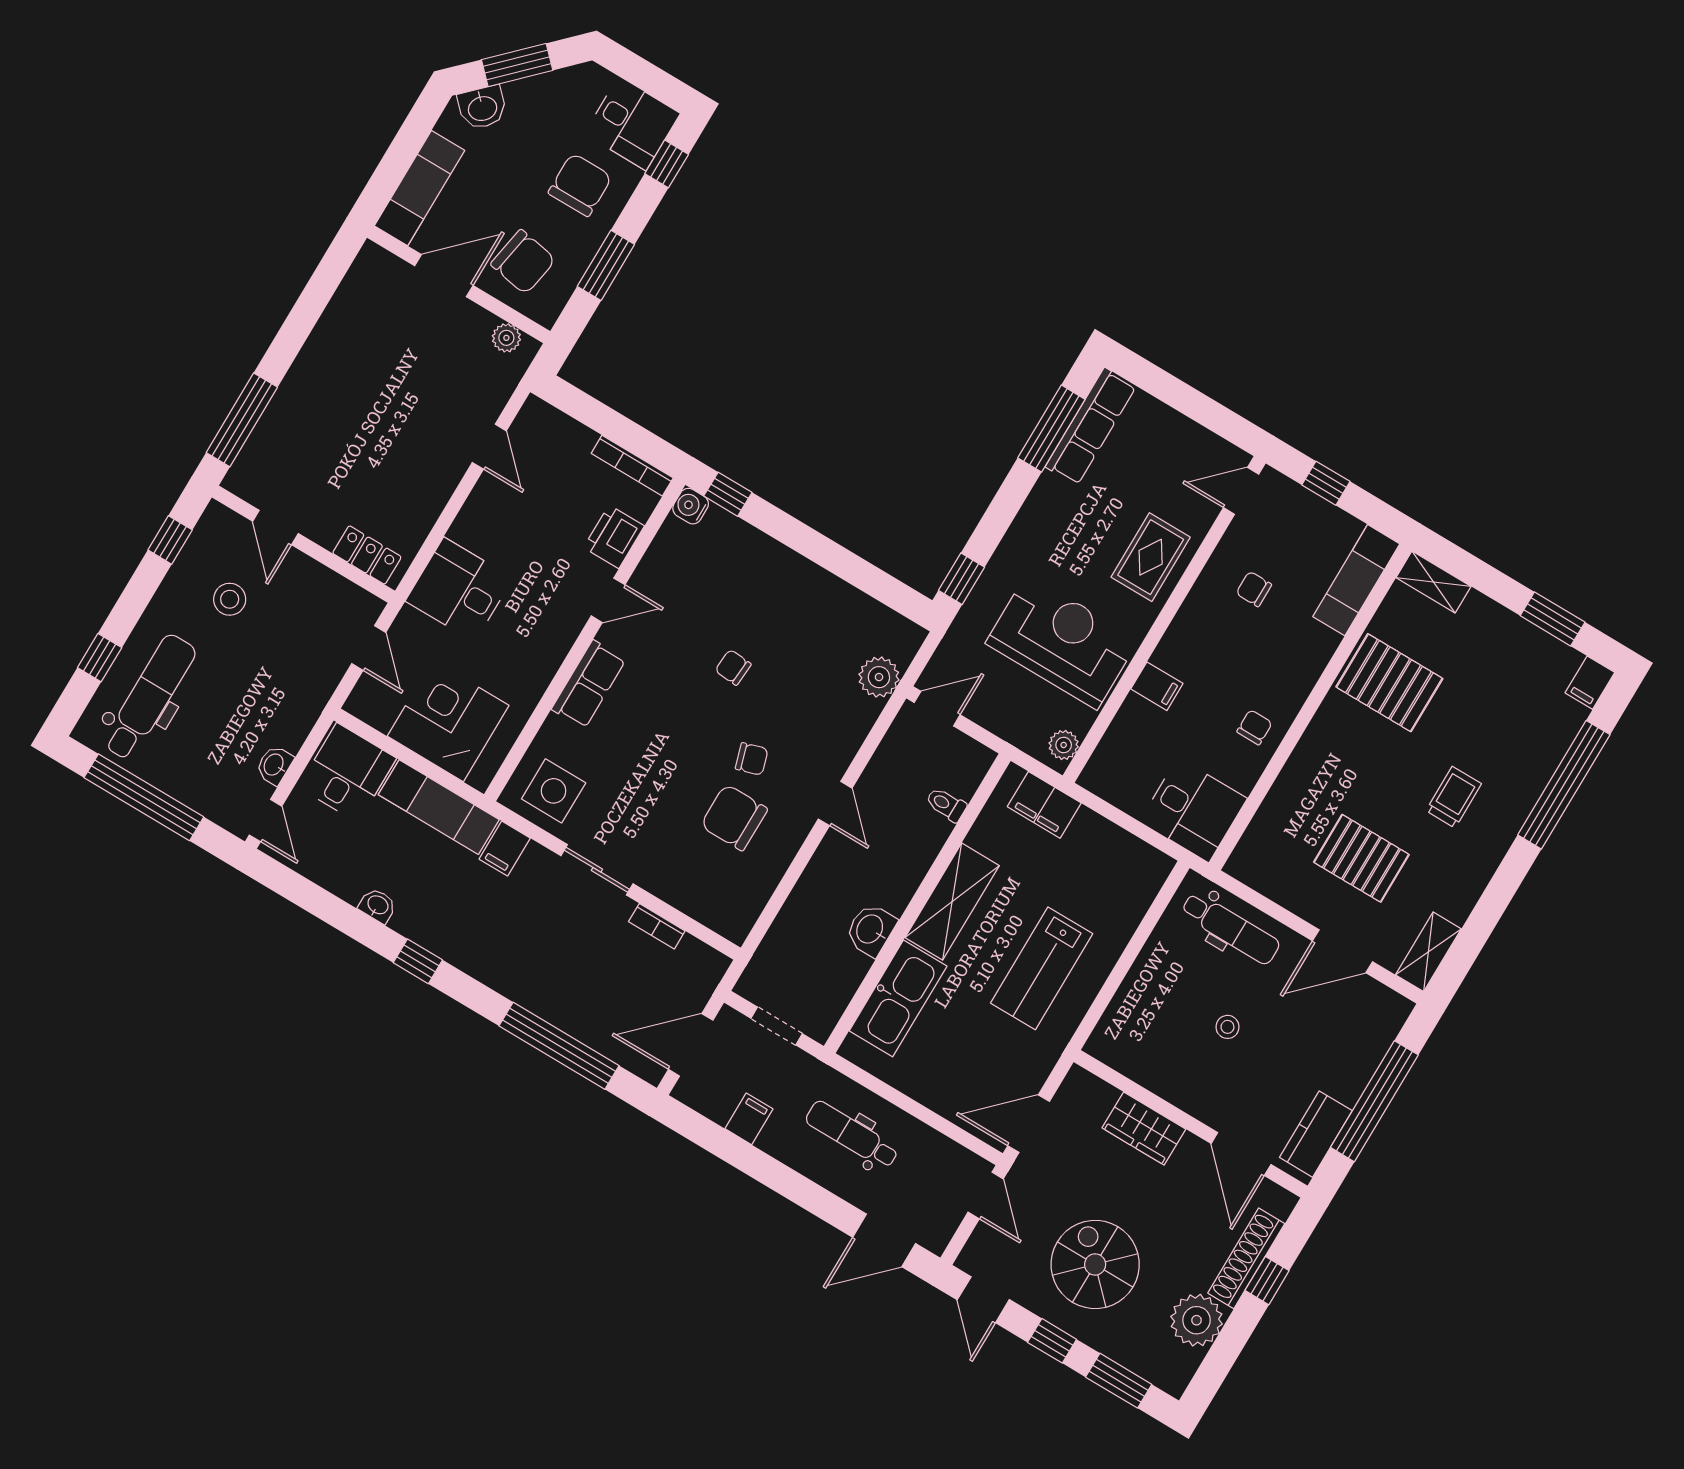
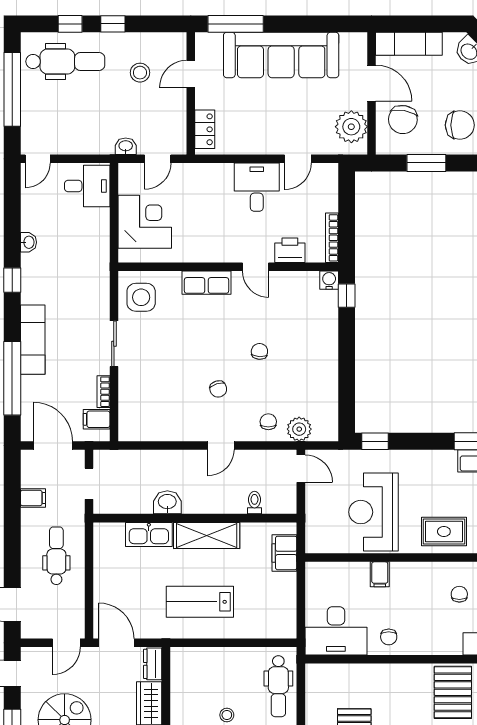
plant: (506, 338) -> (351, 127), width x1.87, depth x1.87
sofa: (326, 381) -> (281, 55), added
window: (170, 540) -> (113, 24), moved
desk: (459, 590) -> (257, 187), moved
reception desk: (1062, 642) -> (373, 512), turned 180
chair: (1255, 727) -> (389, 637), turned 90
plant: (1064, 745) -> (321, 545), removed
washbasin: (274, 765) -> (126, 146), moved
exam couch: (439, 807) -> (33, 340), moved, turned 180
desk: (1193, 810) -> (336, 631), width x1.37
chair: (734, 817) -> (268, 422), moved, width x0.54, depth x0.54
filing cabinet: (505, 849) -> (97, 419), moved
kitchen sink: (898, 998) -> (149, 534), width x0.73, depth x0.81
dresser: (1090, 1090) -> (153, 664), added

